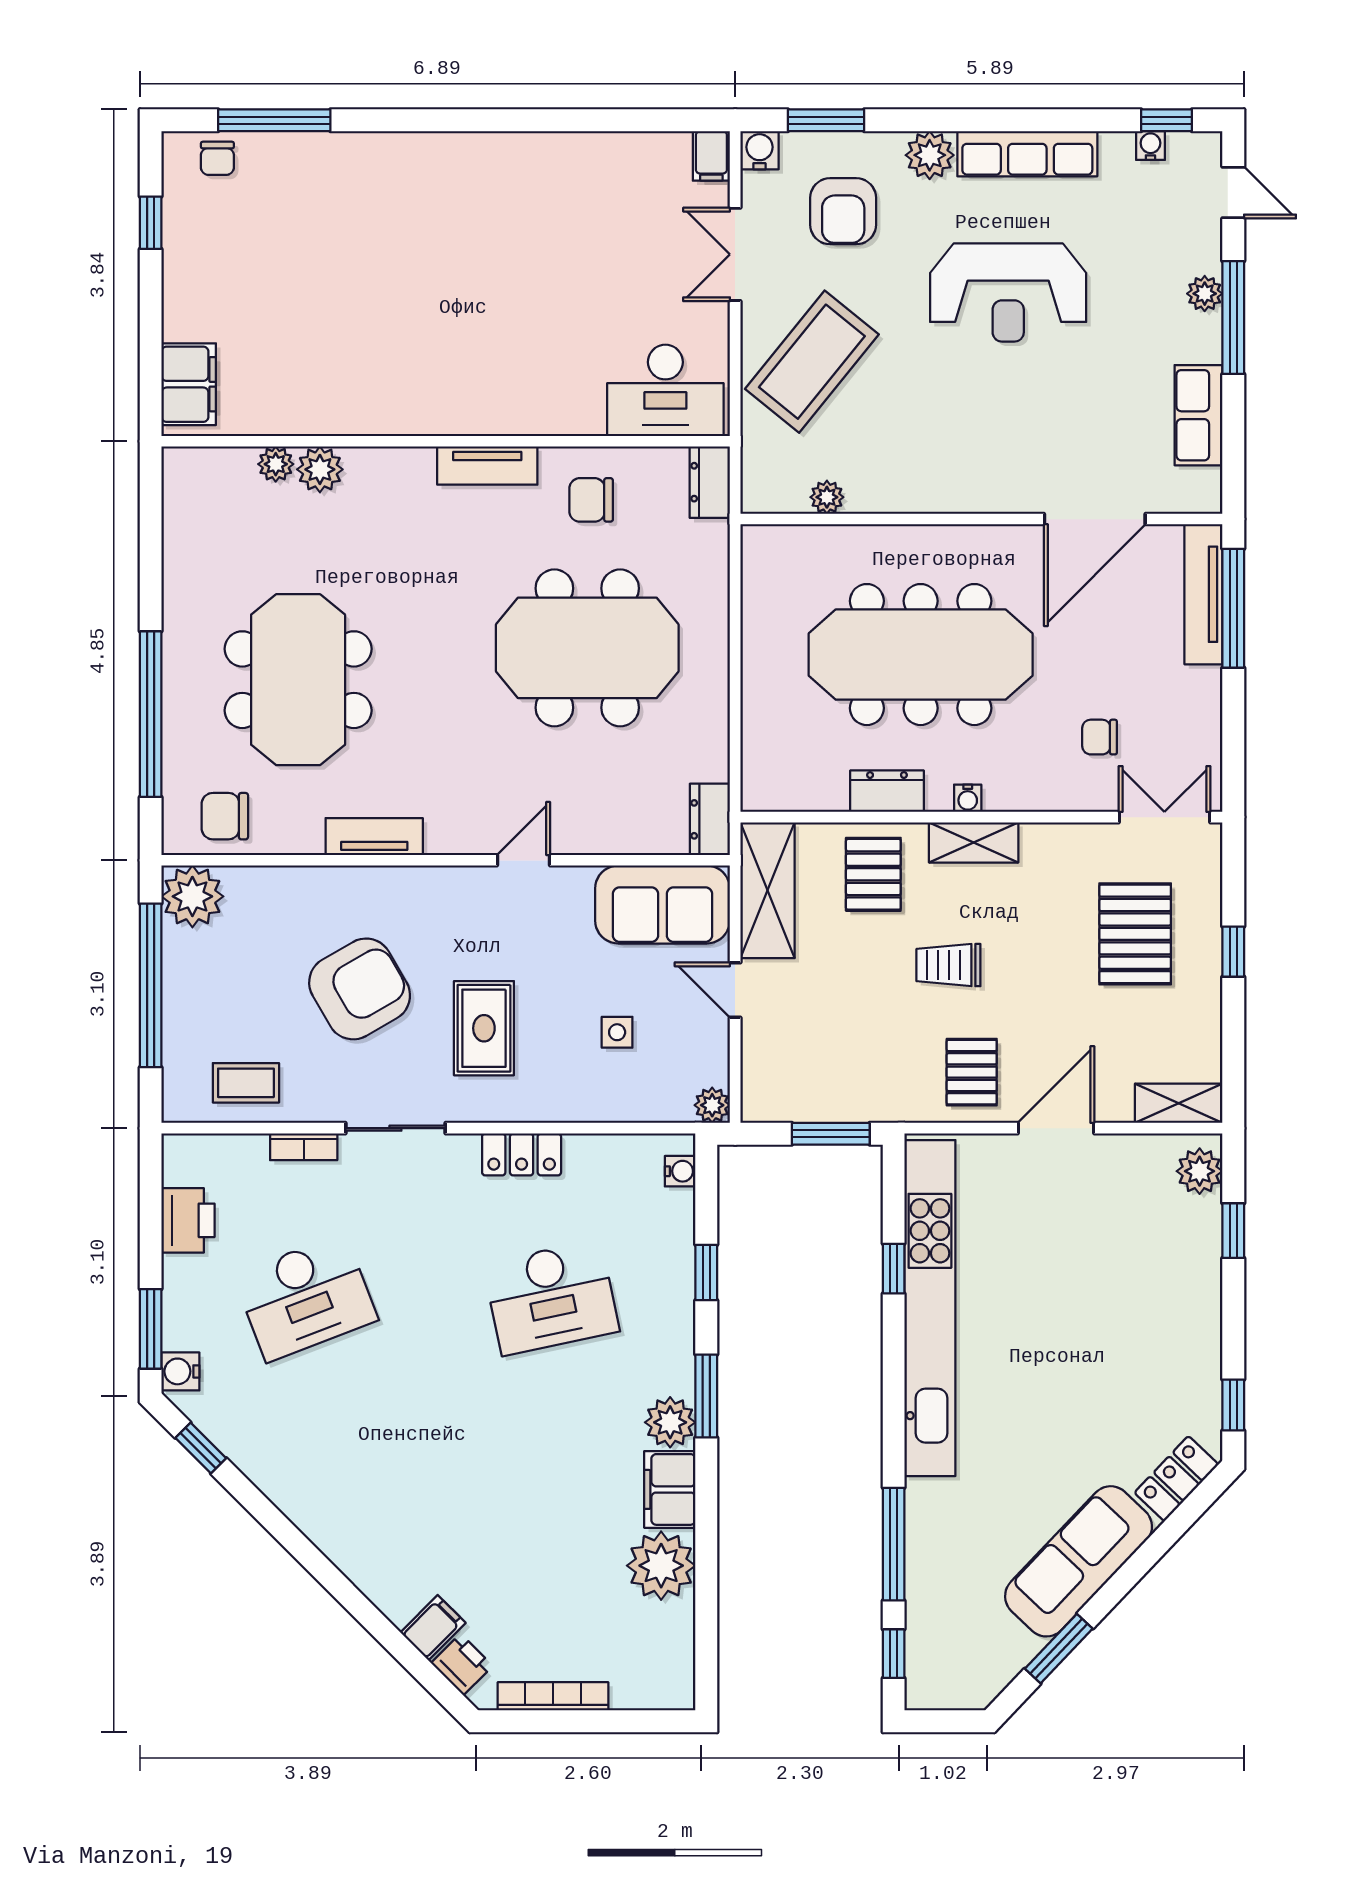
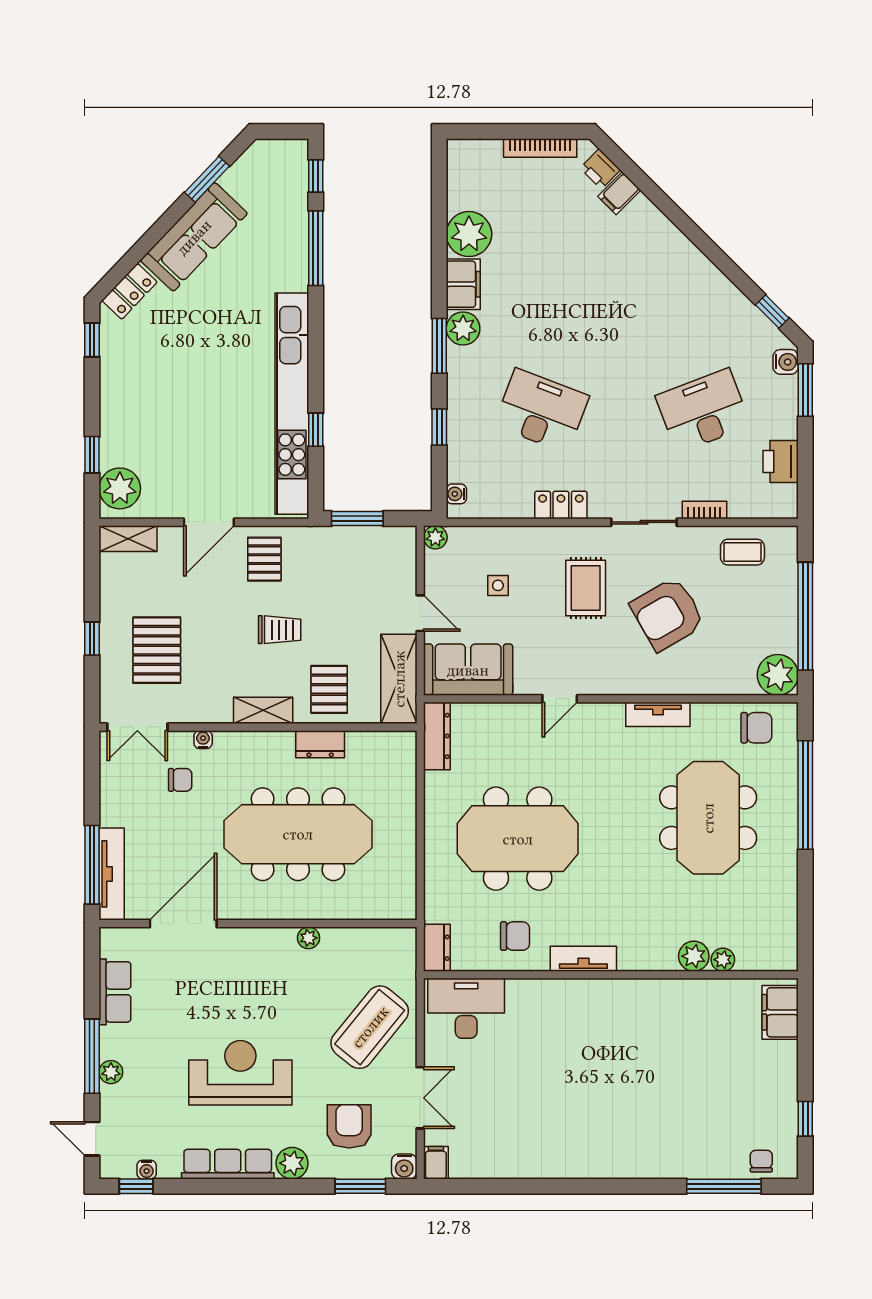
plant: (827, 497) -> (308, 938), moved
water cooler: (968, 798) -> (203, 740), moved
dresser: (710, 819) -> (437, 736), width x1.44
plant: (1200, 1171) -> (120, 488), width x1.36, depth x1.36
desk: (551, 1298) -> (541, 411), turned 33

